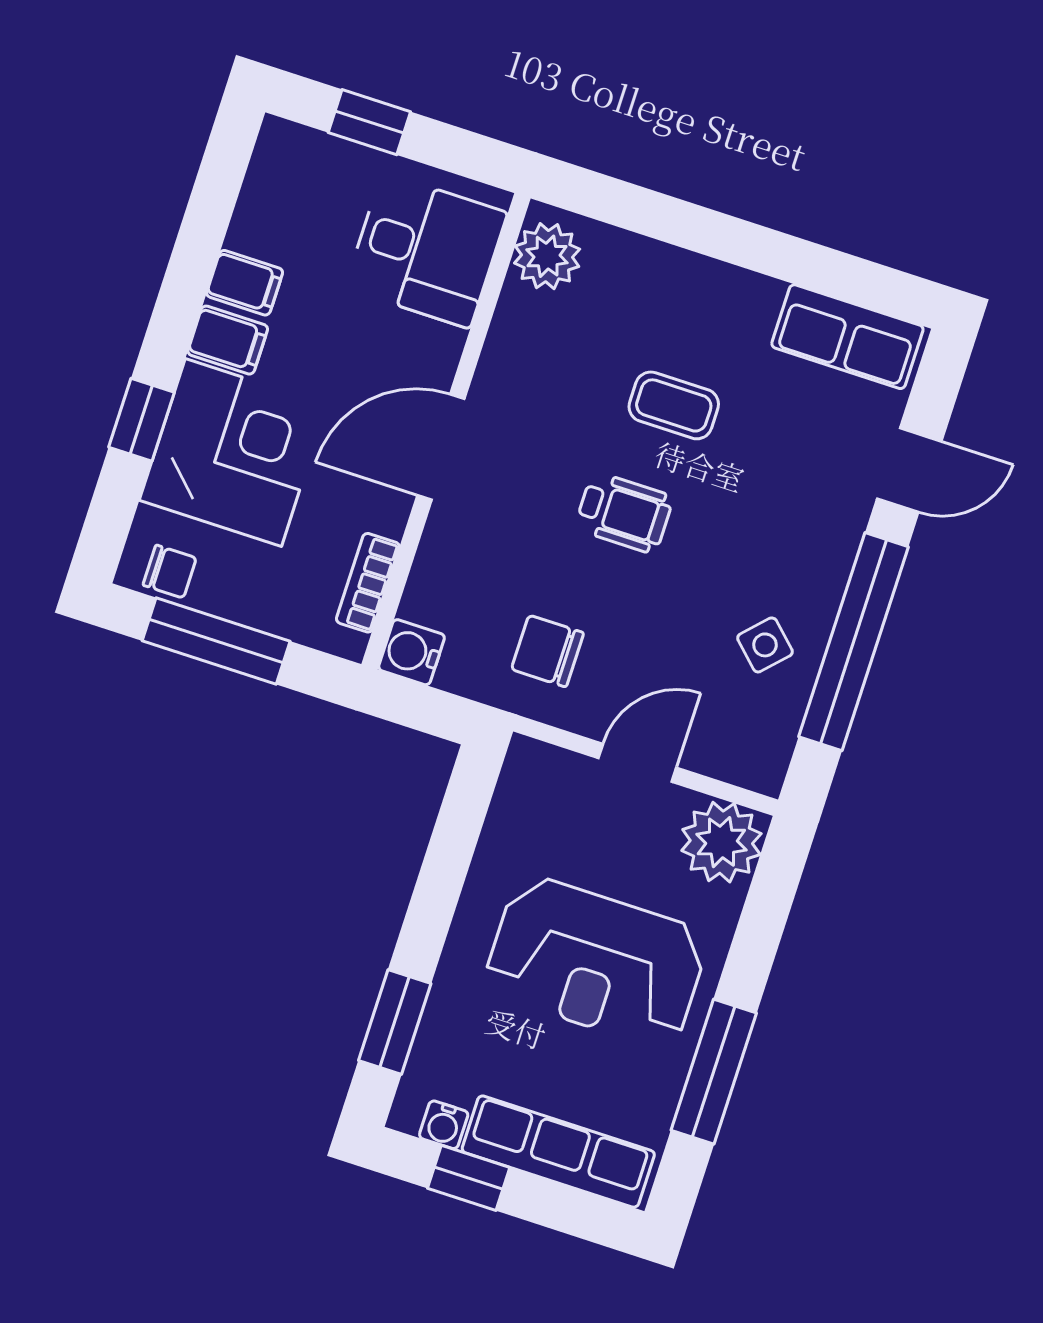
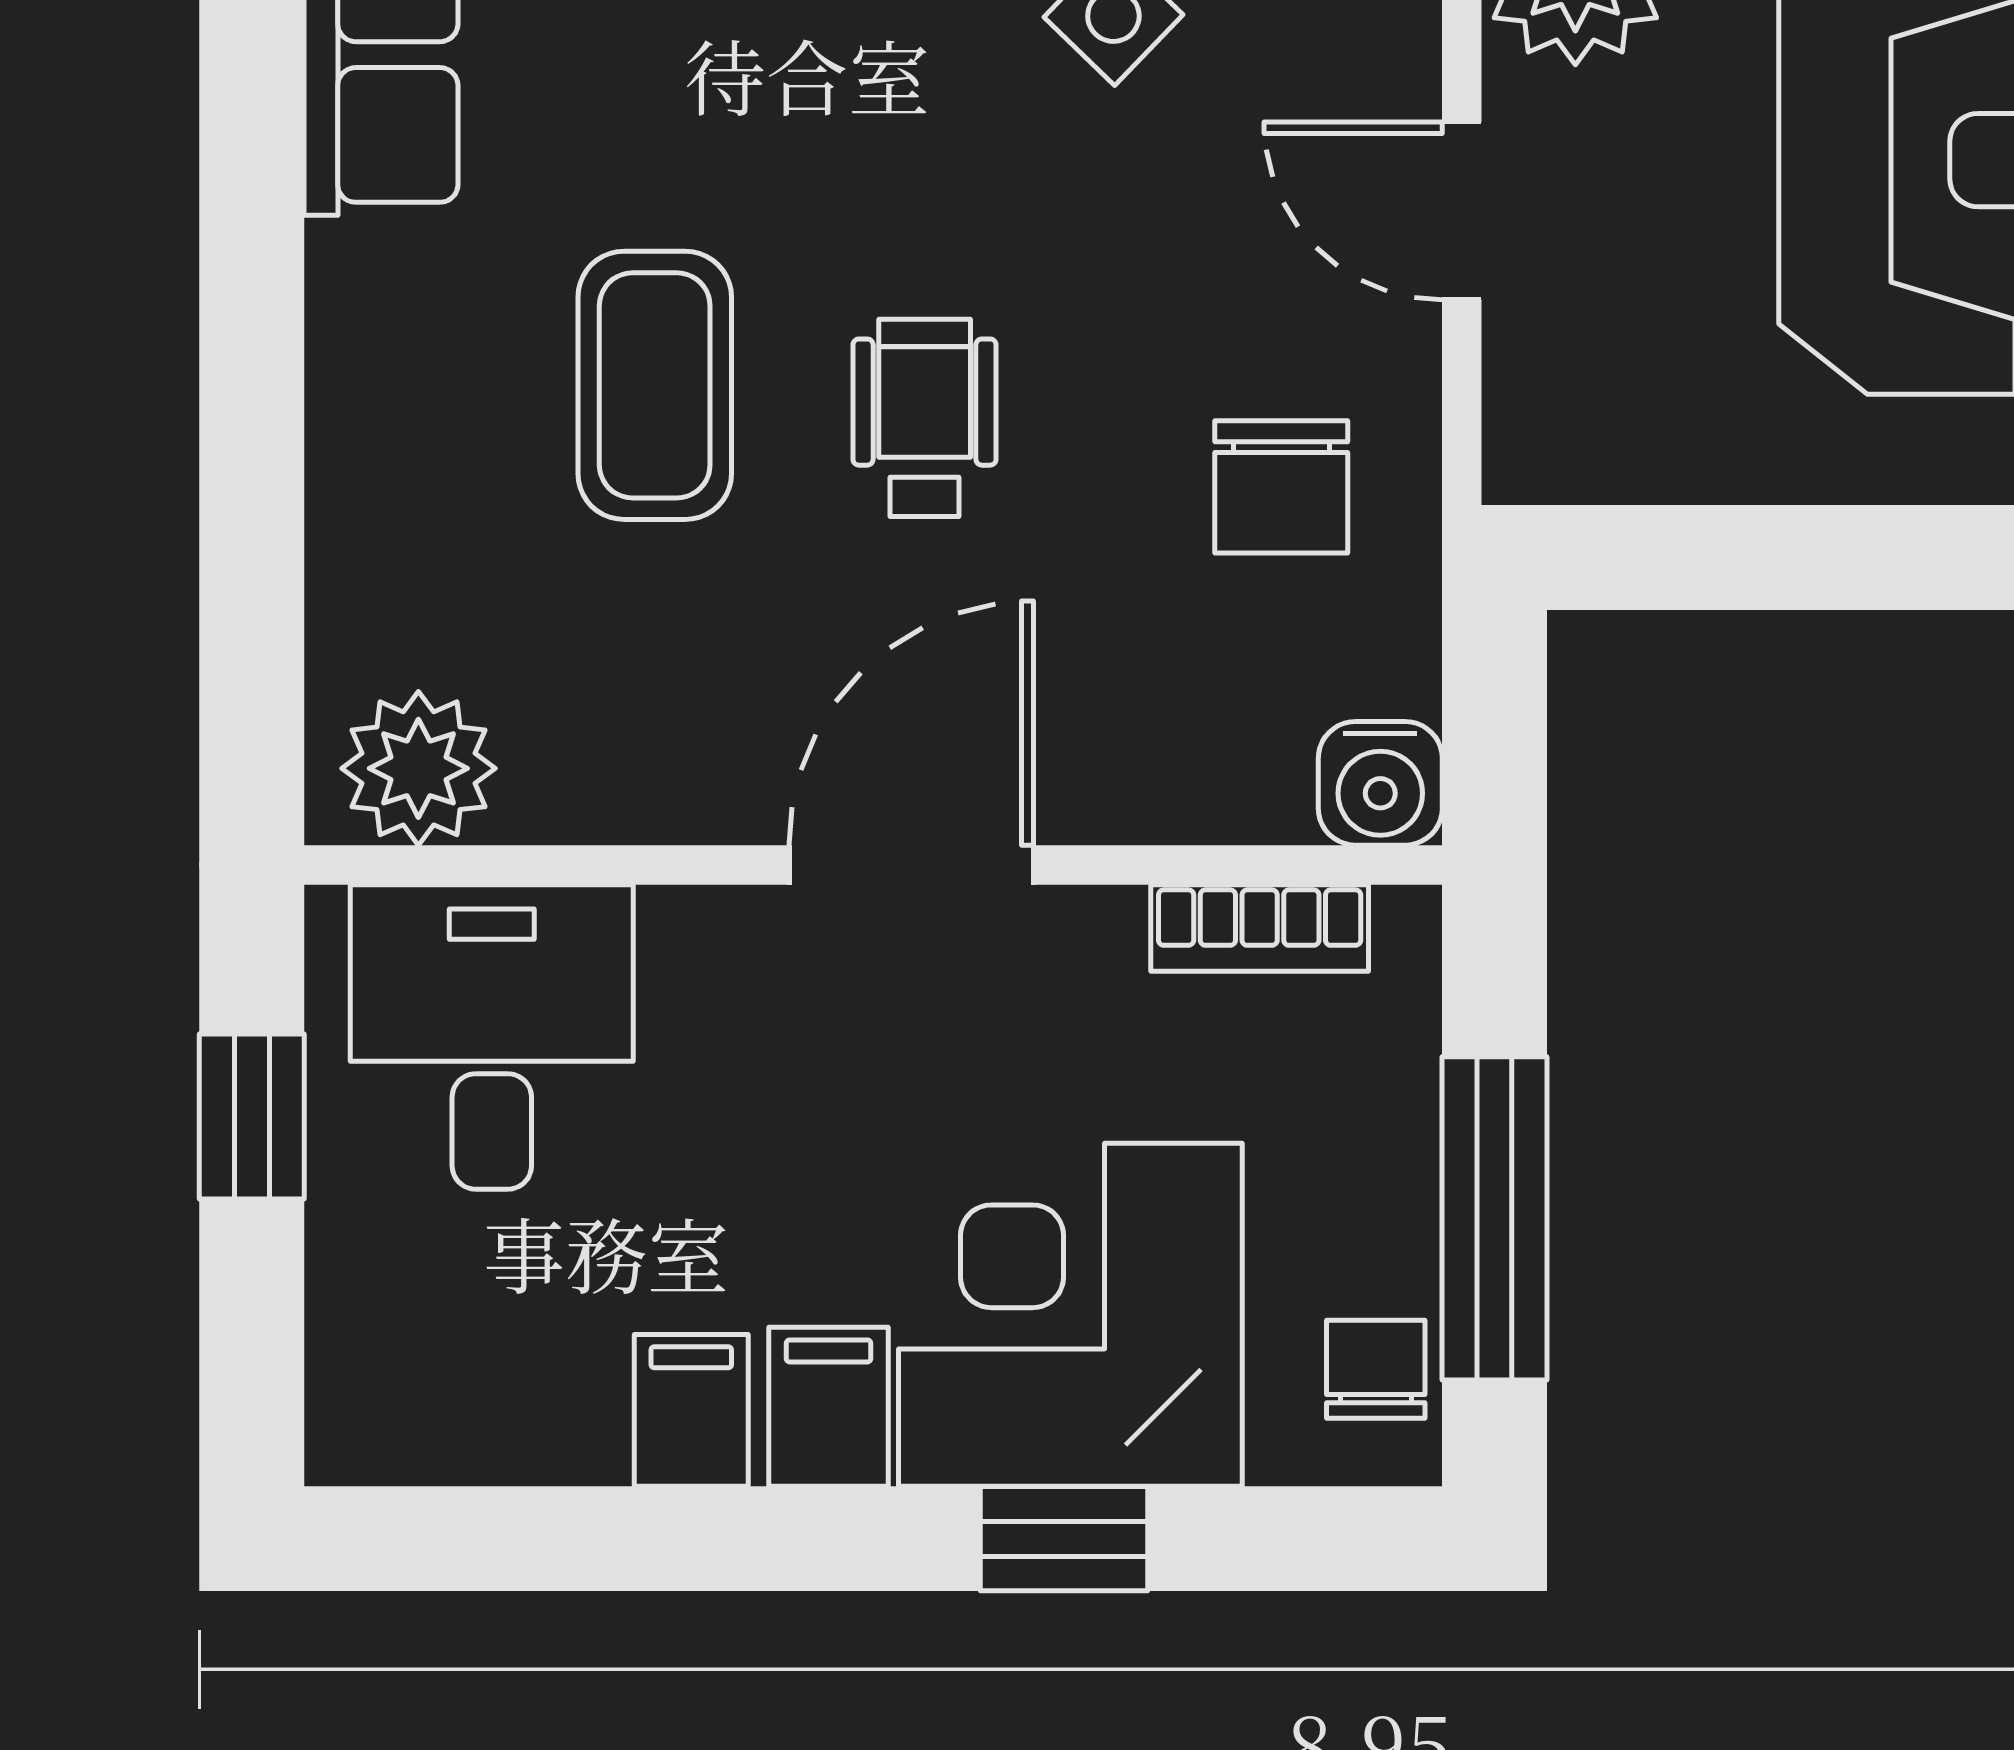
window: (369, 122) -> (252, 1116), moved
coffee table: (674, 405) -> (655, 385), width x1.36, depth x1.30
door: (441, 447) -> (911, 865), swing flipped

